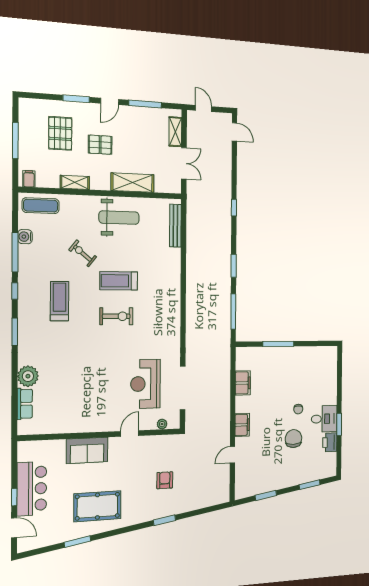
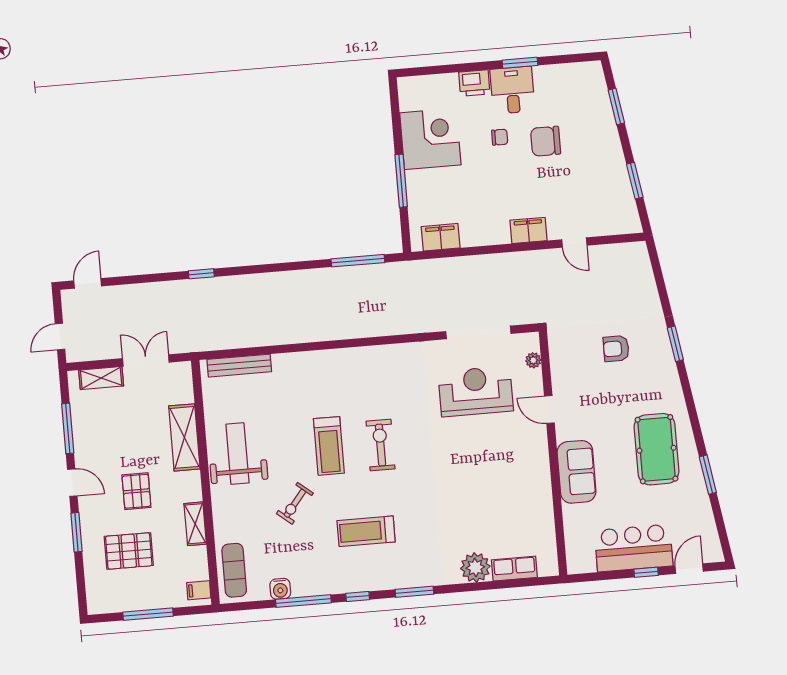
window: (234, 266) -> (289, 266), removed
corner desk: (301, 365) -> (430, 139), added
filing cabinet: (243, 383) -> (441, 237), moved
reception desk: (146, 384) -> (476, 391), turned 180
printer: (330, 442) -> (474, 83), moved

